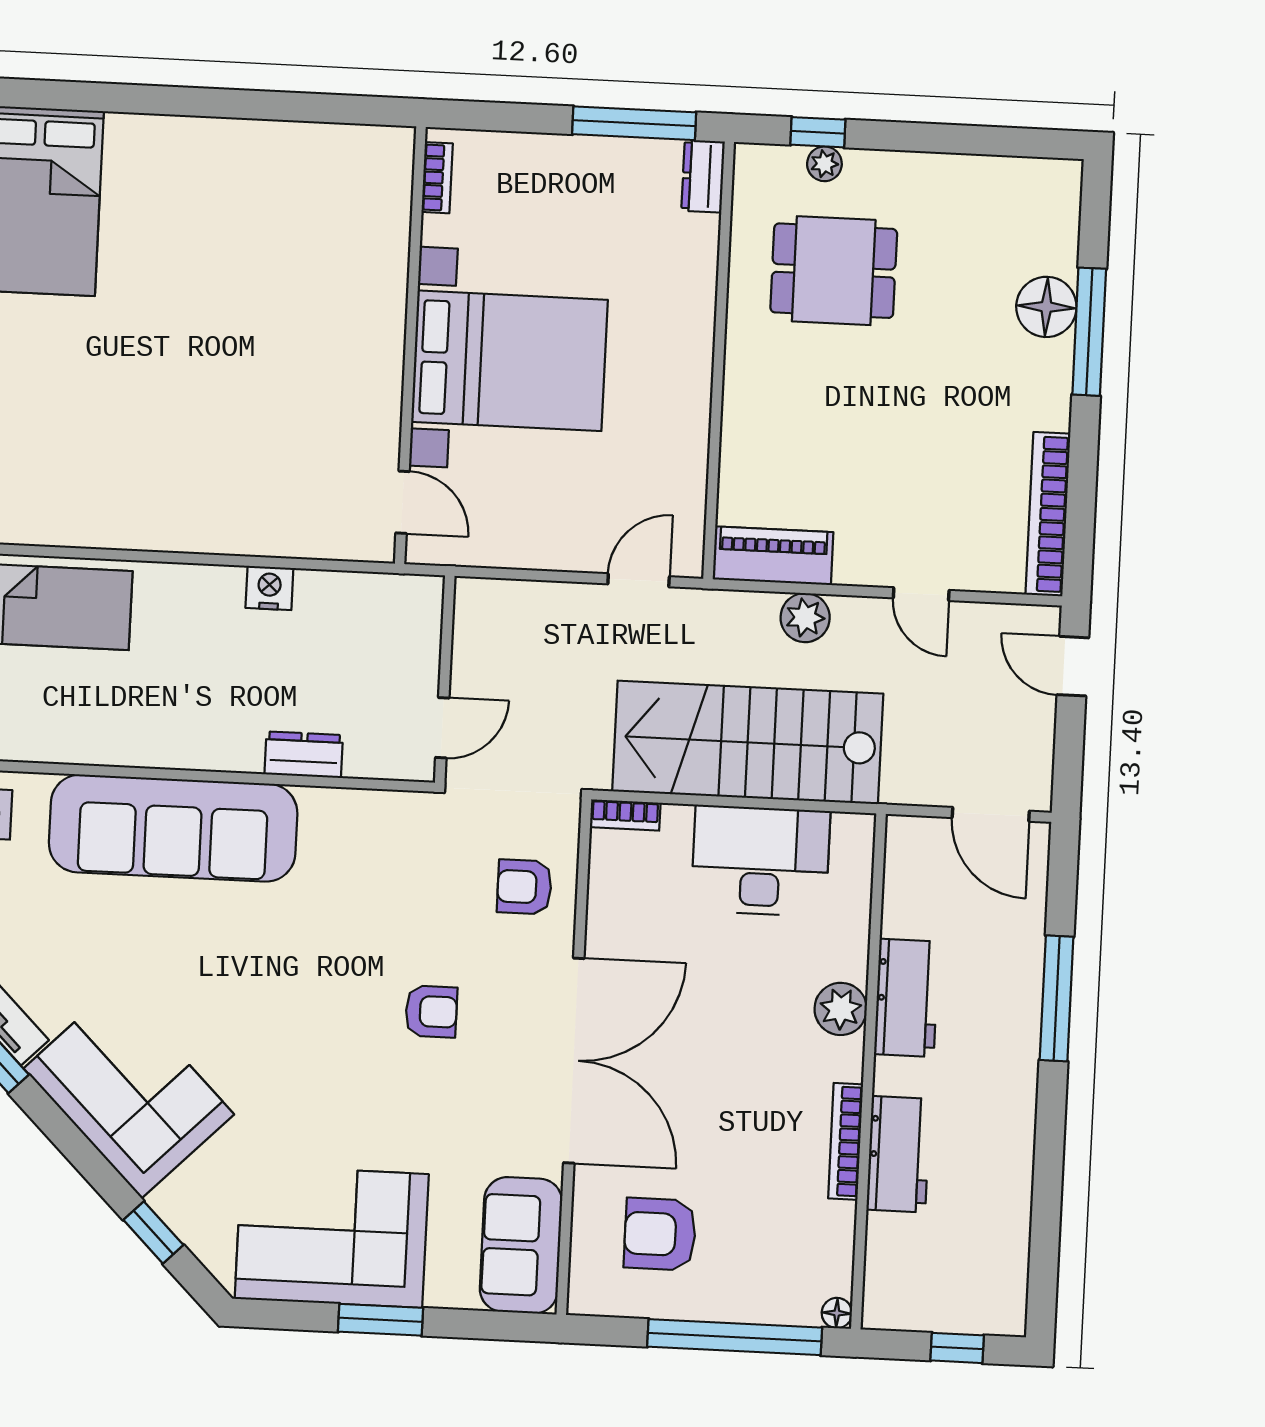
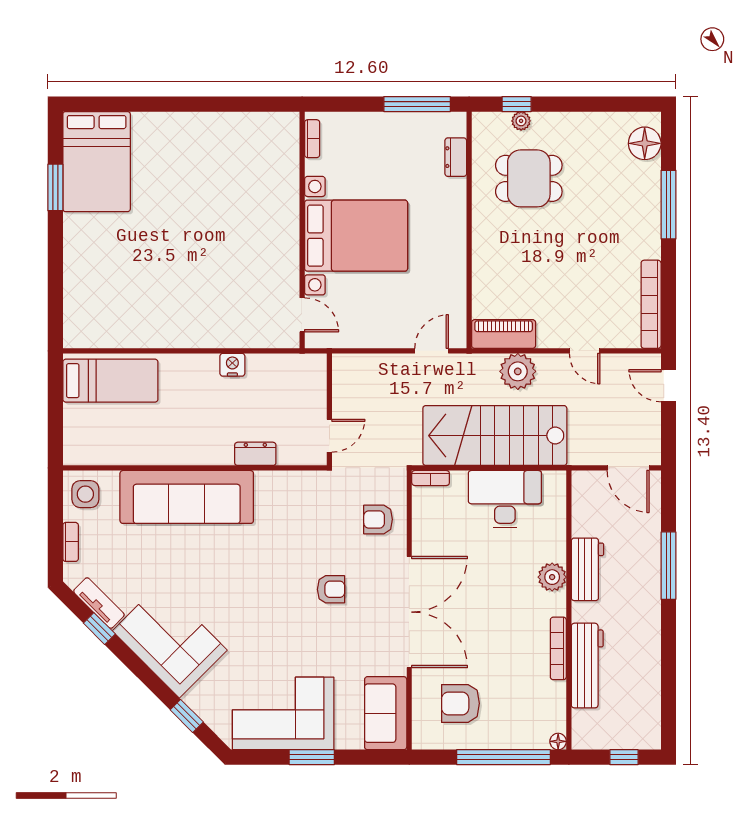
dresser: (703, 176) -> (456, 157), moved
floor lamp: (1046, 307) -> (645, 143), moved
plant: (805, 618) -> (518, 371), width x1.36, depth x1.36
workbench: (898, 1154) -> (587, 666), width x1.38

